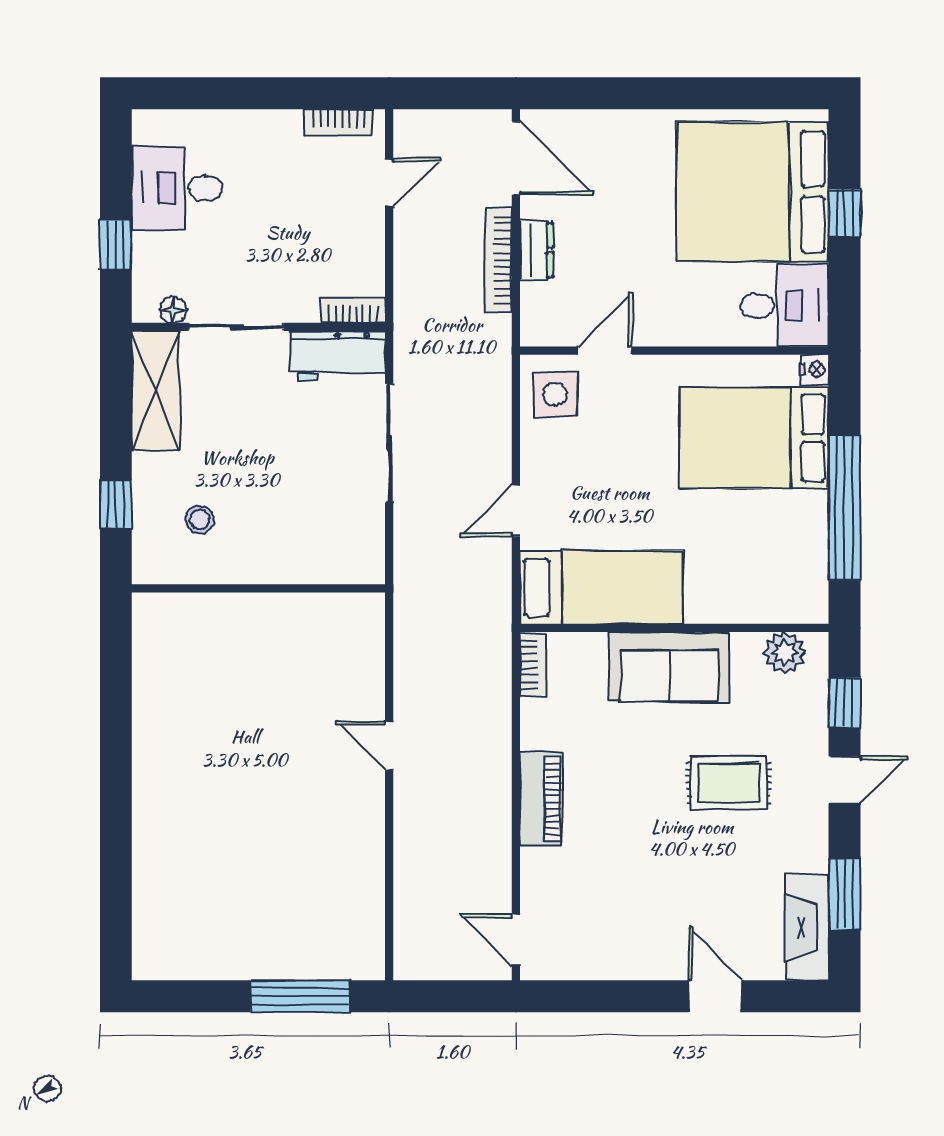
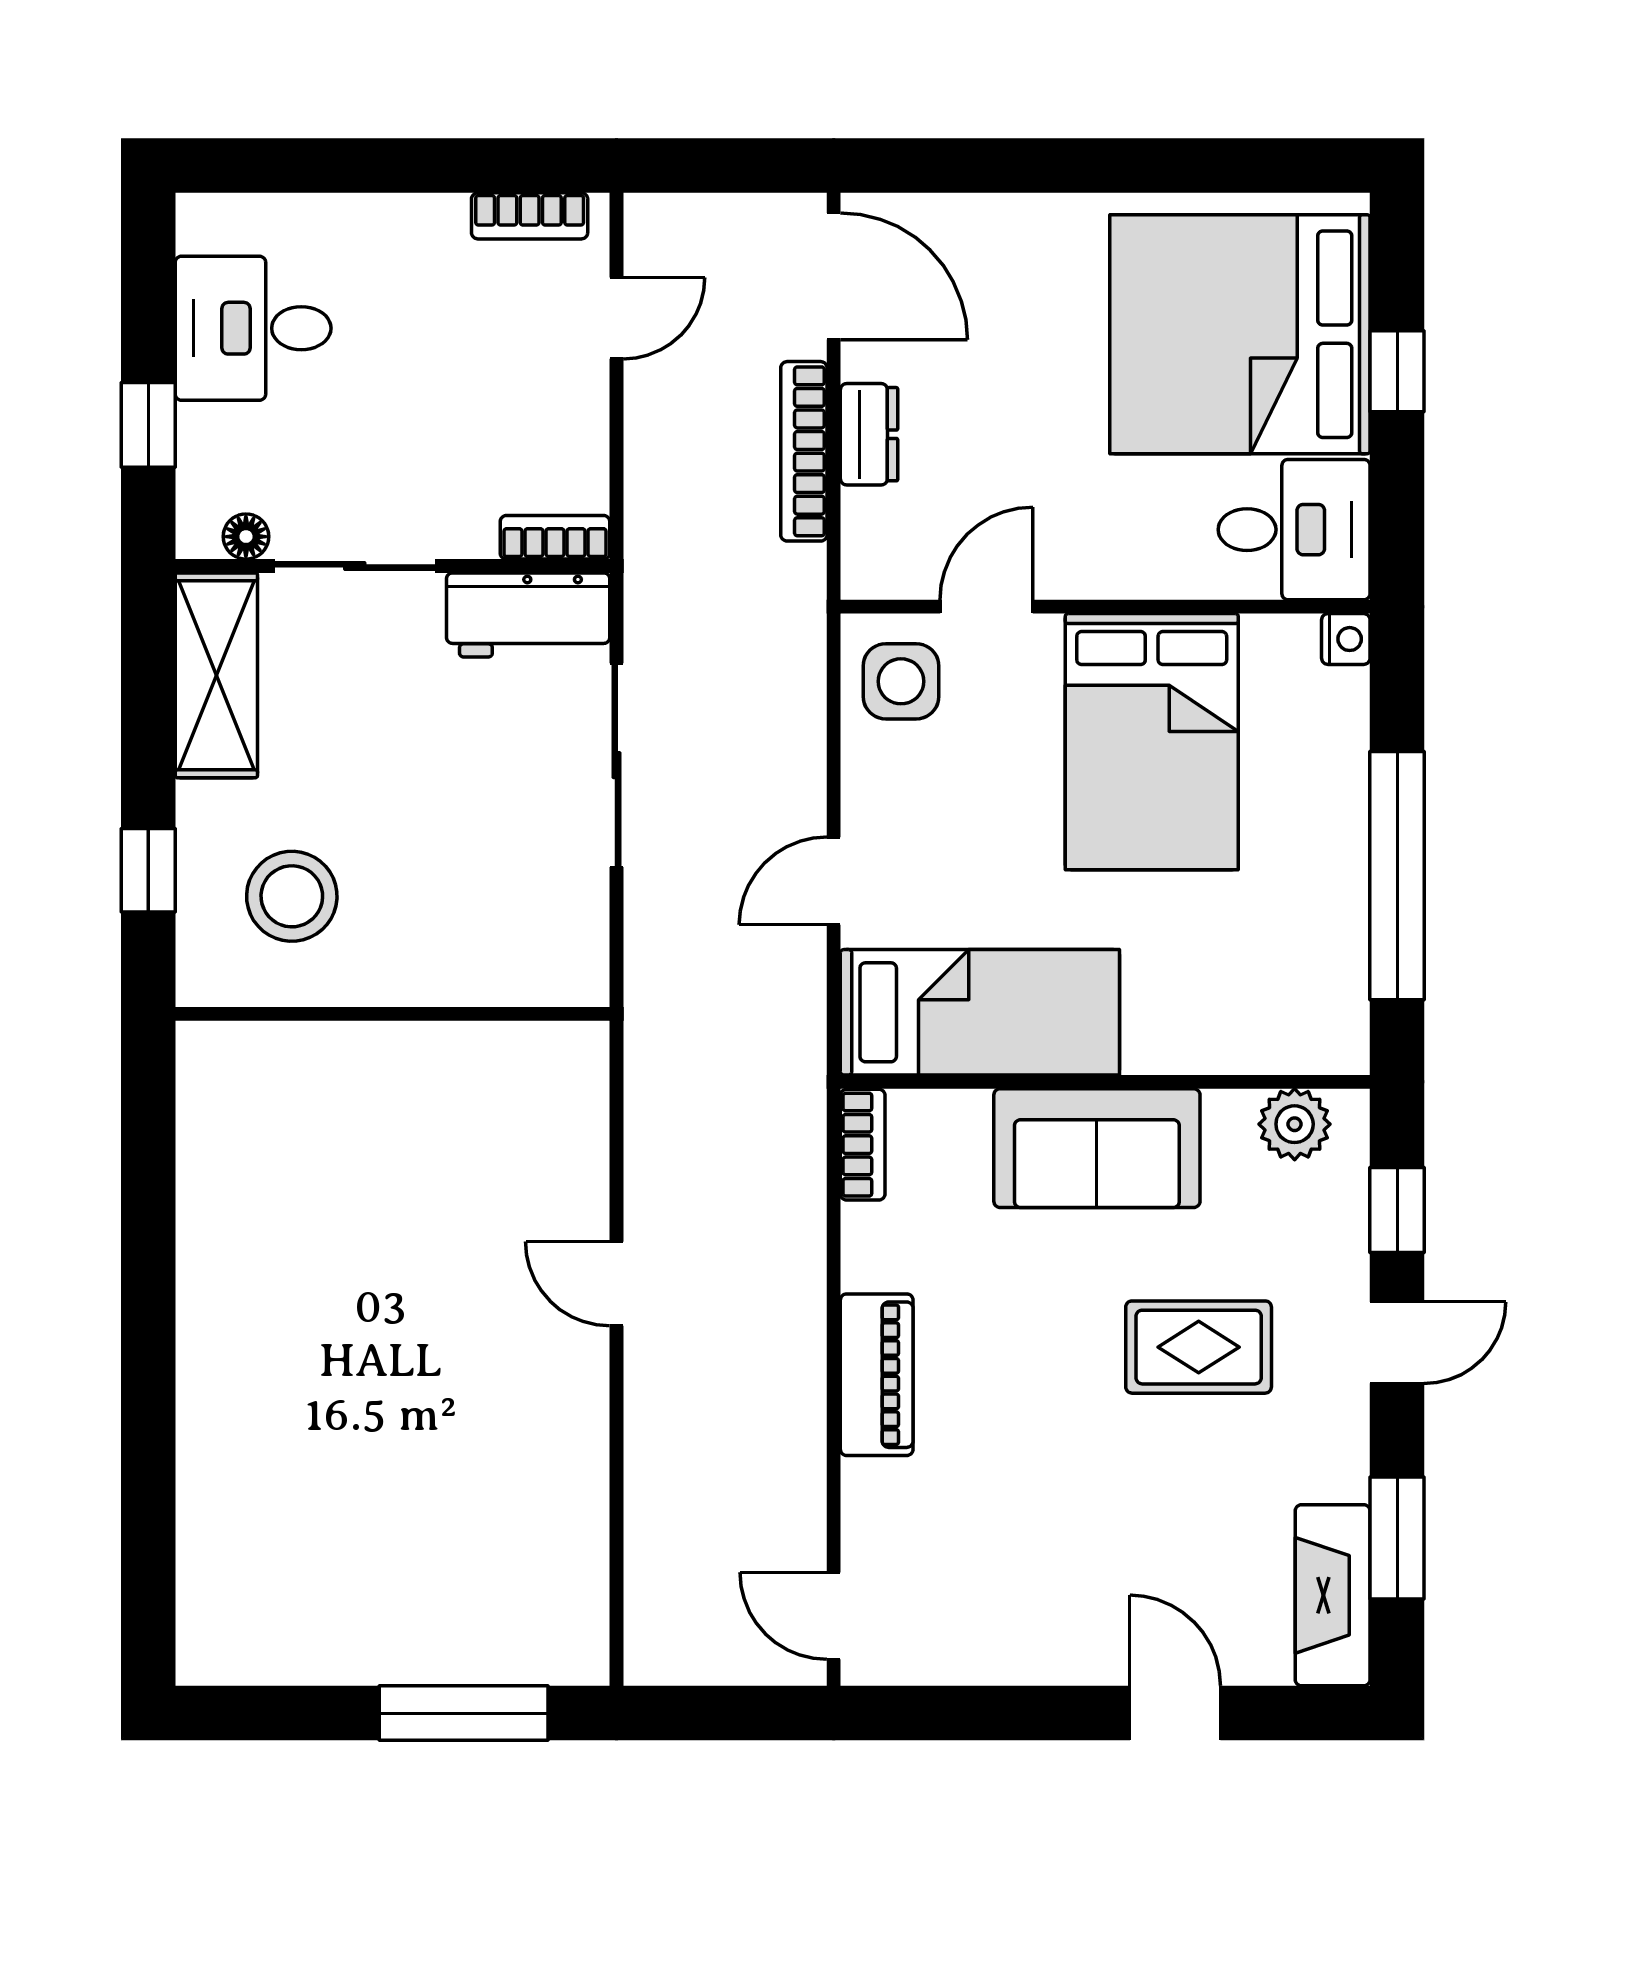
bed: (754, 438) -> (1152, 742), moved, turned -90
stool: (200, 520) -> (292, 896), width x1.89, depth x1.89

